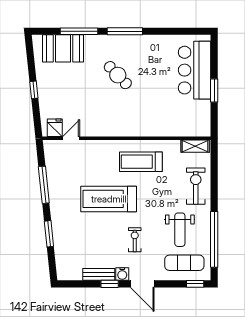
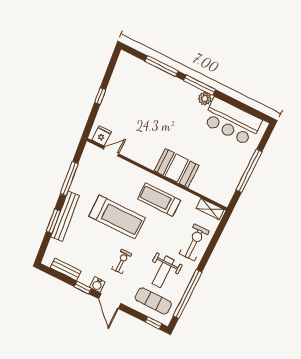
plant: (137, 42) -> (205, 99), added
booth: (63, 48) -> (177, 168), moved
bar counter: (195, 70) -> (232, 121), moved, turned -90
cafe table: (118, 75) -> (176, 118), removed
window: (214, 90) -> (249, 171), width x2.11
treadmill: (109, 199) -> (117, 217), turned 180
bench: (58, 223) -> (65, 216), added
bench: (99, 274) -> (66, 269), moved

